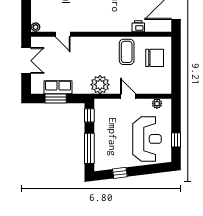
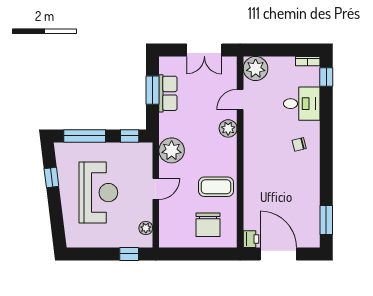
printer: (138, 26) -> (251, 239), moved
plant: (36, 27) -> (256, 68), width x1.88, depth x1.88
plant: (84, 43) -> (228, 128), added
reception desk: (147, 139) -> (98, 193), moved, turned -90
window: (176, 140) -> (129, 254), moved

